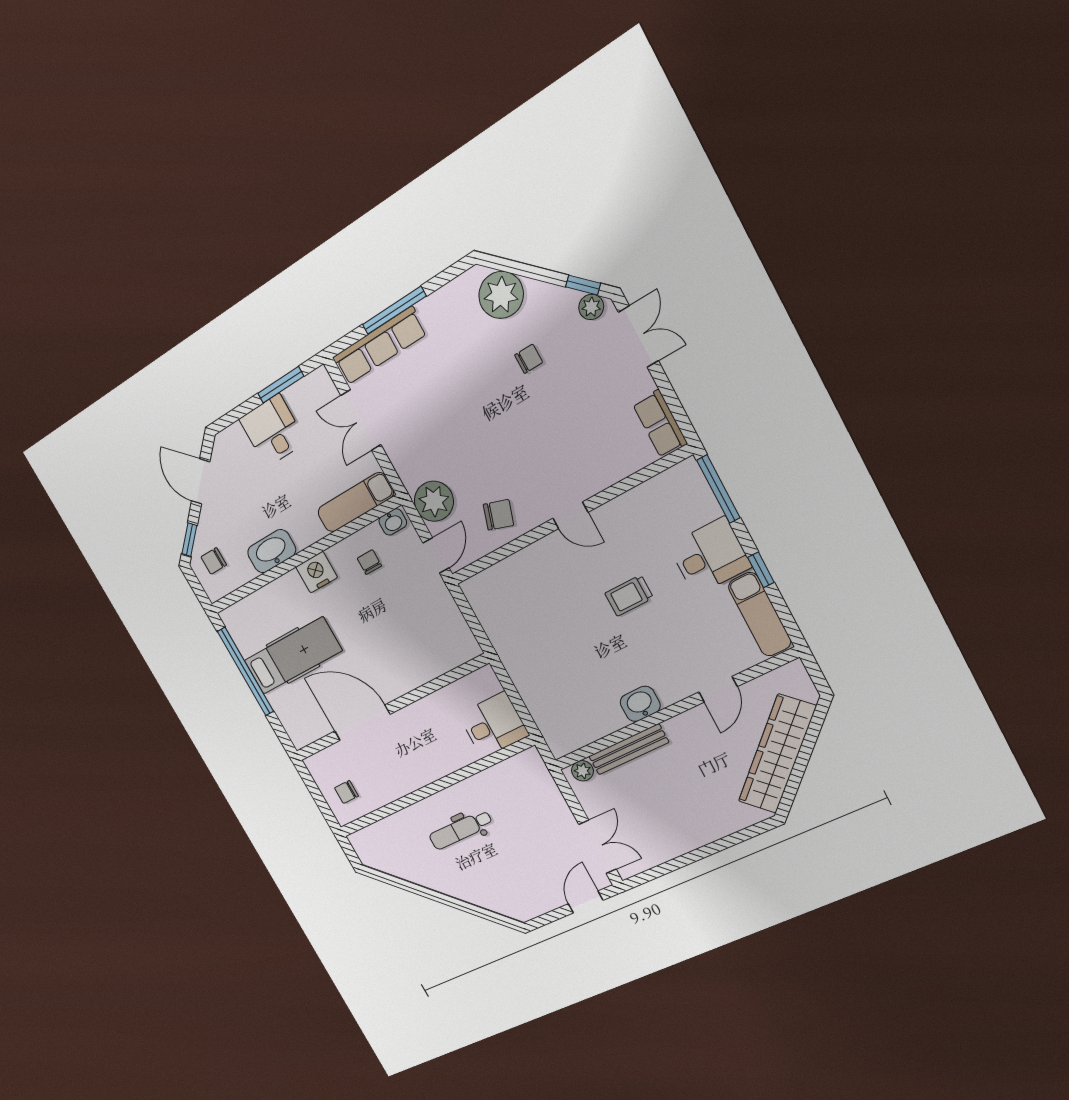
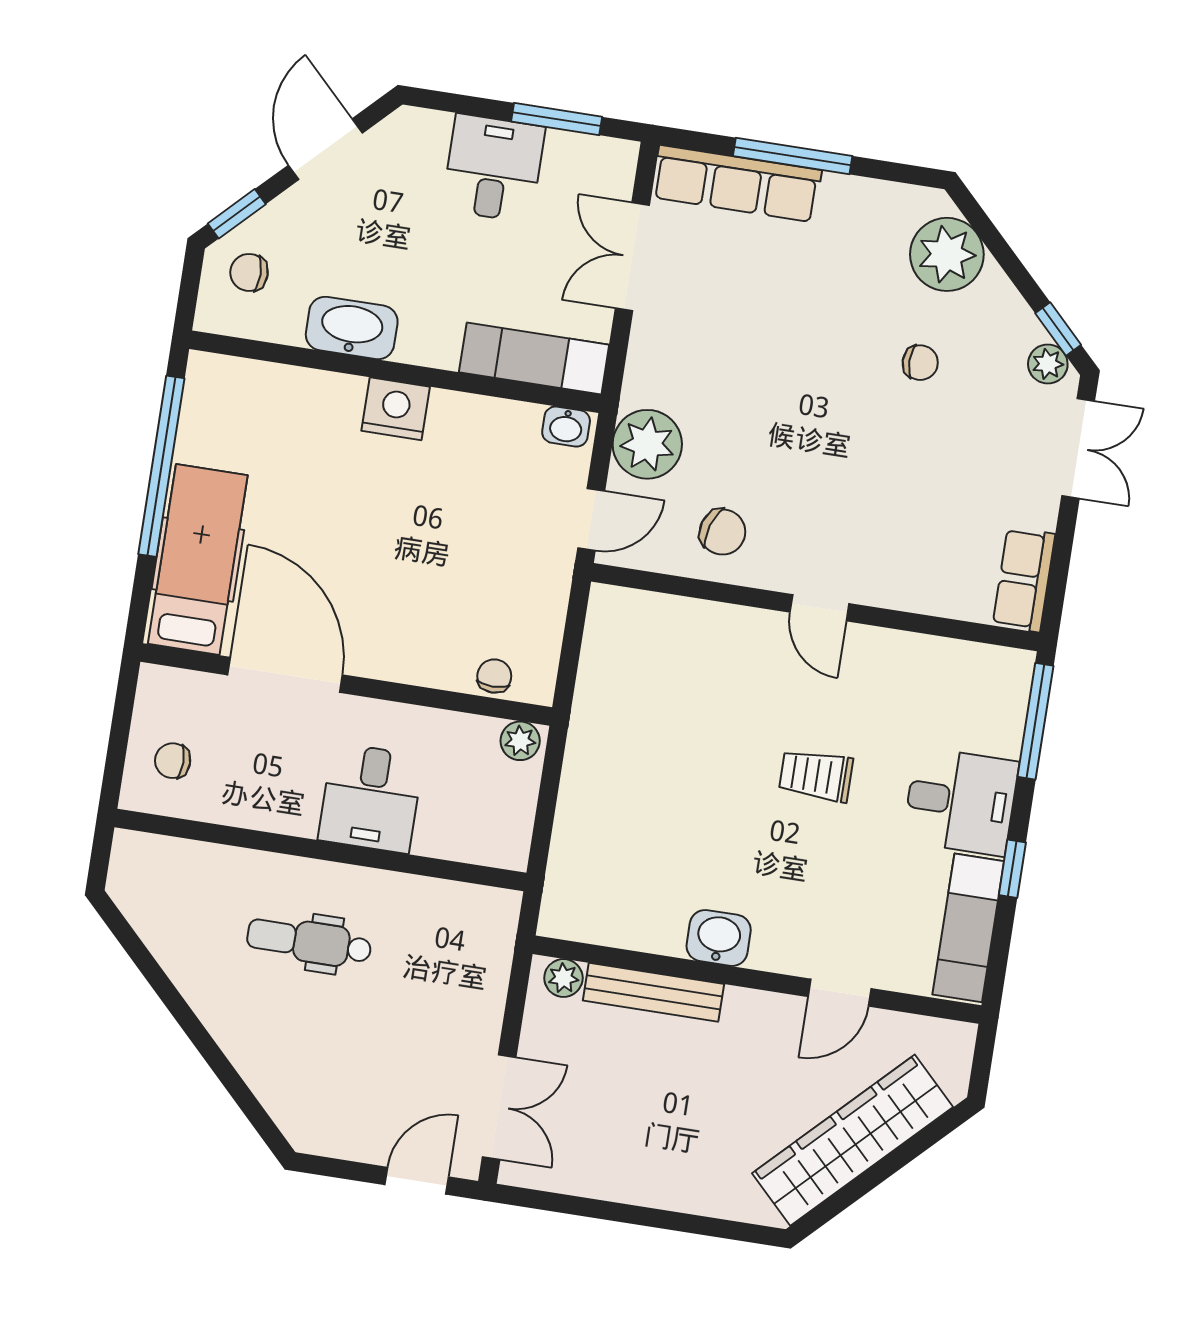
chair: (369, 562) -> (494, 676), moved
hospital bed: (293, 656) -> (198, 560), moved, turned -90
plant: (482, 679) -> (520, 741), added
desk: (493, 725) -> (371, 798), moved, turned 90

